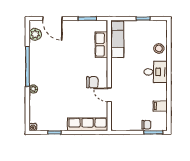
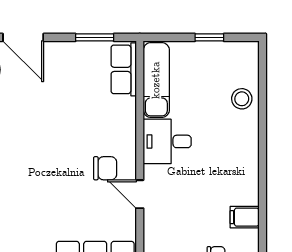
row of seats: (101, 45) -> (124, 69), moved
desk: (156, 72) -> (167, 141), moved, turned 180

